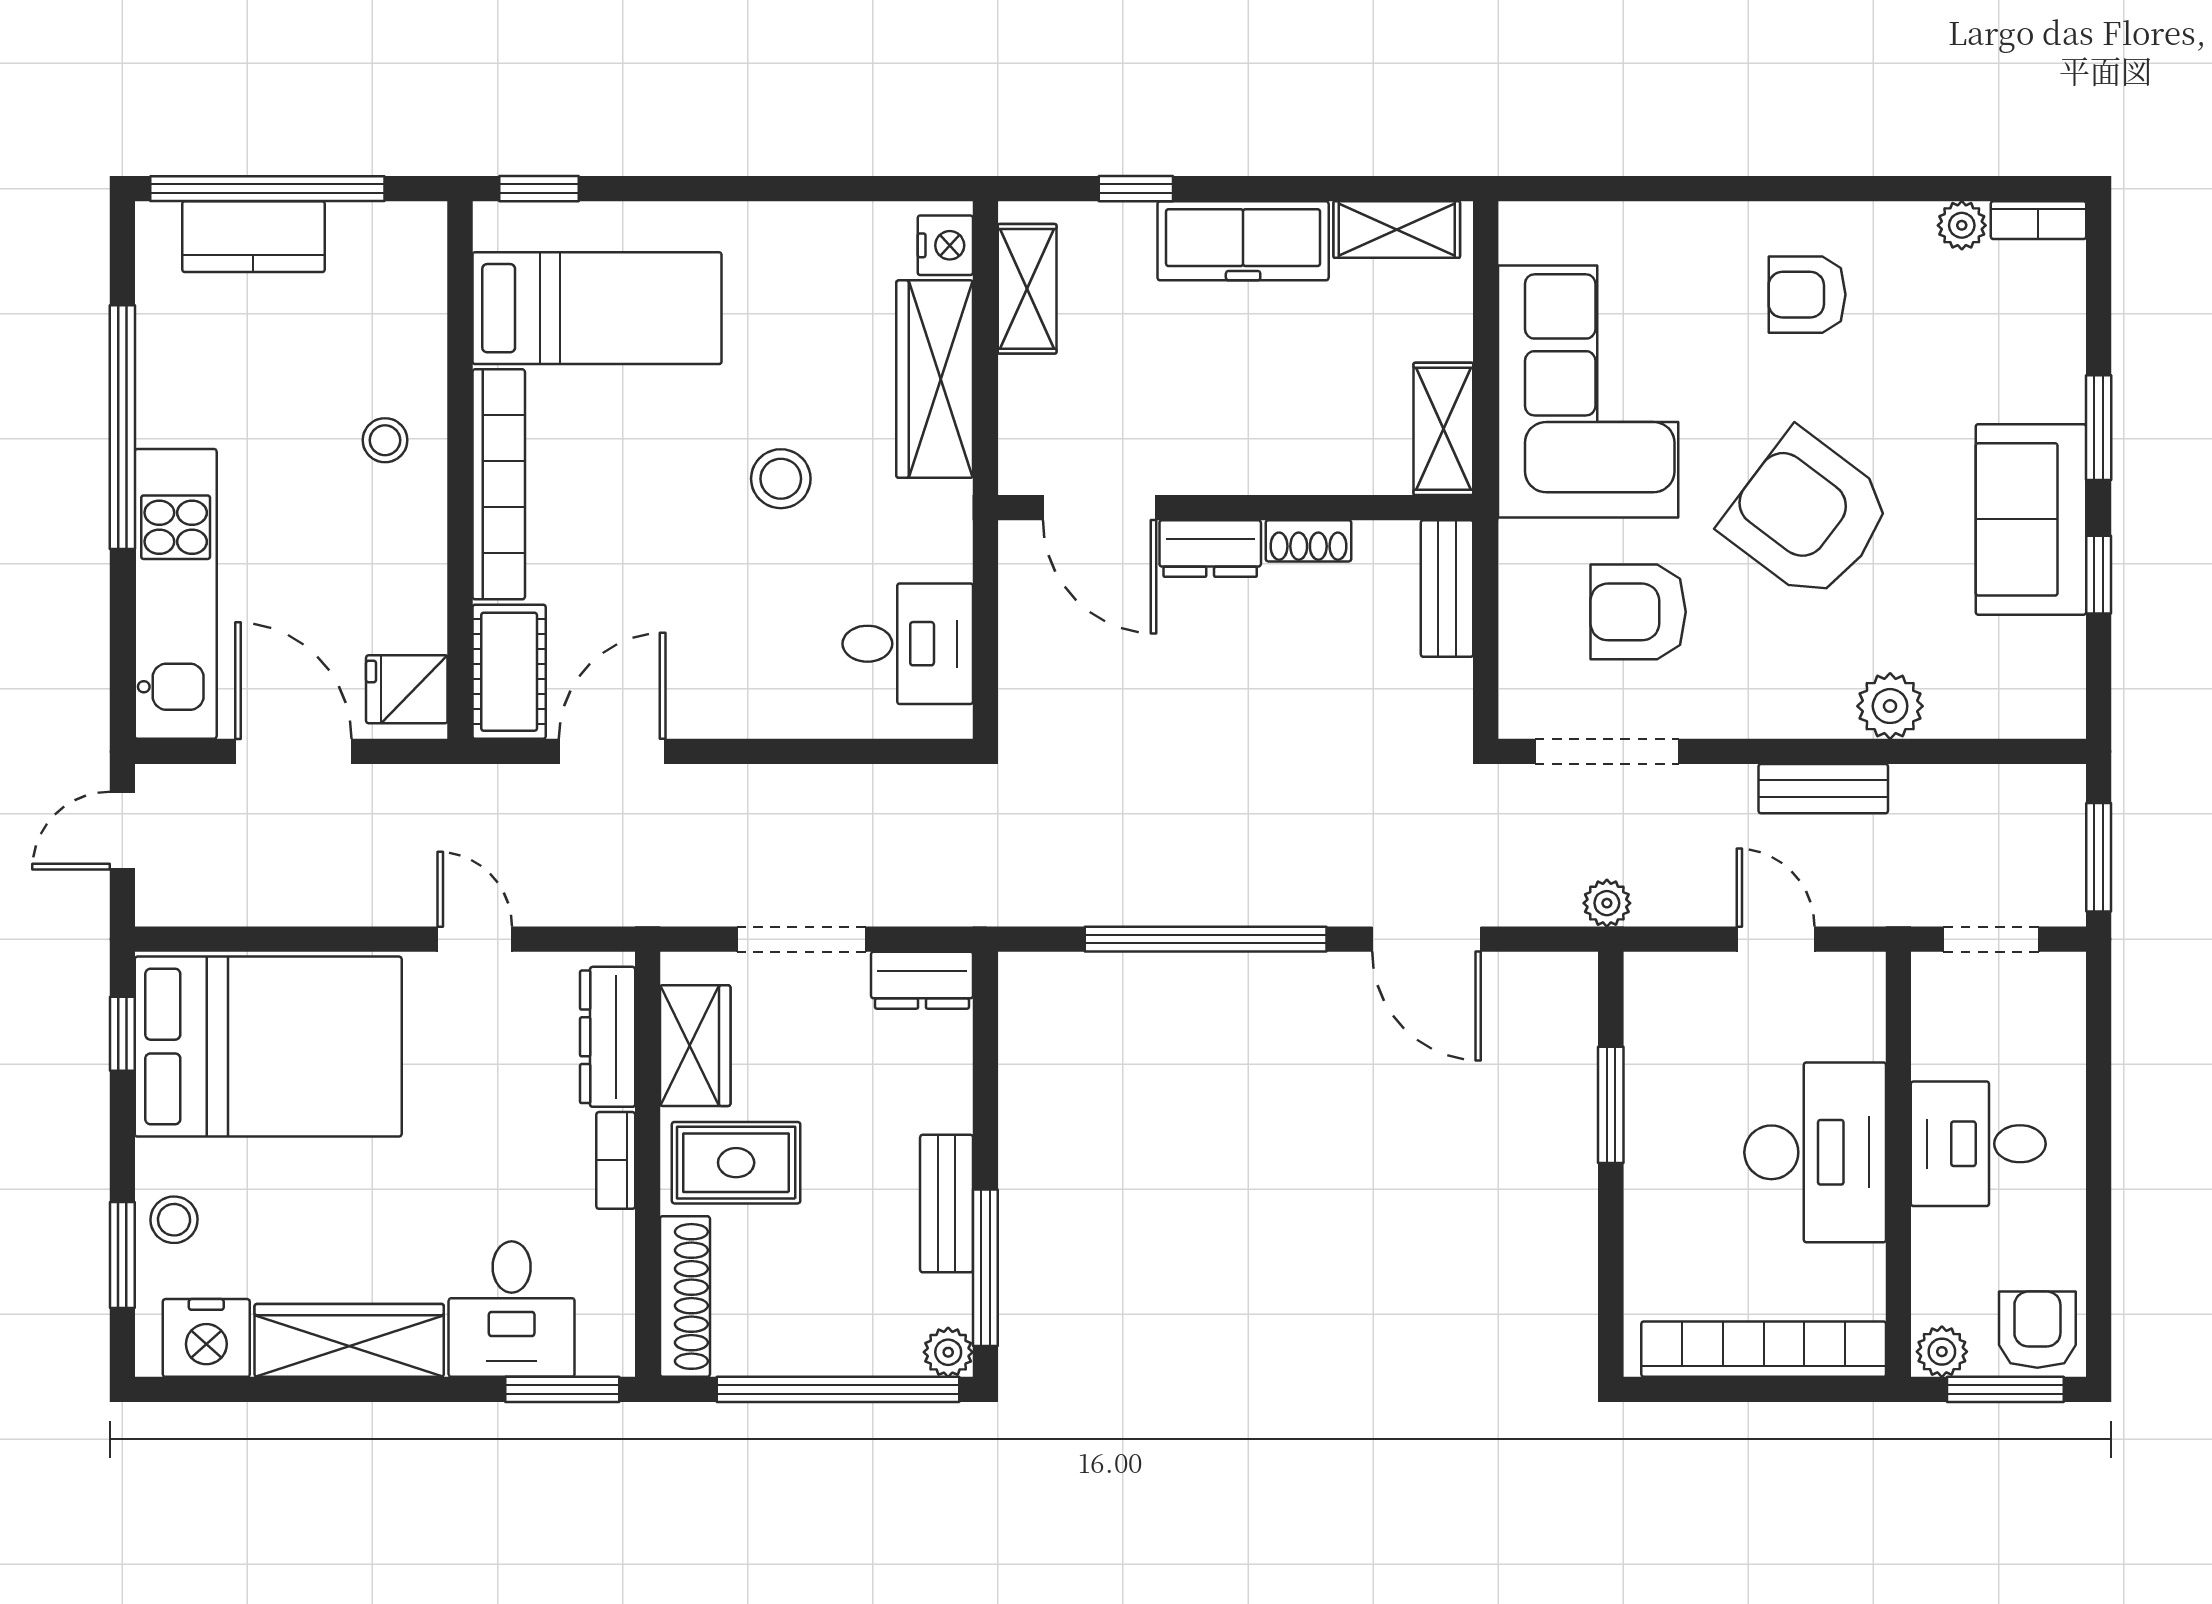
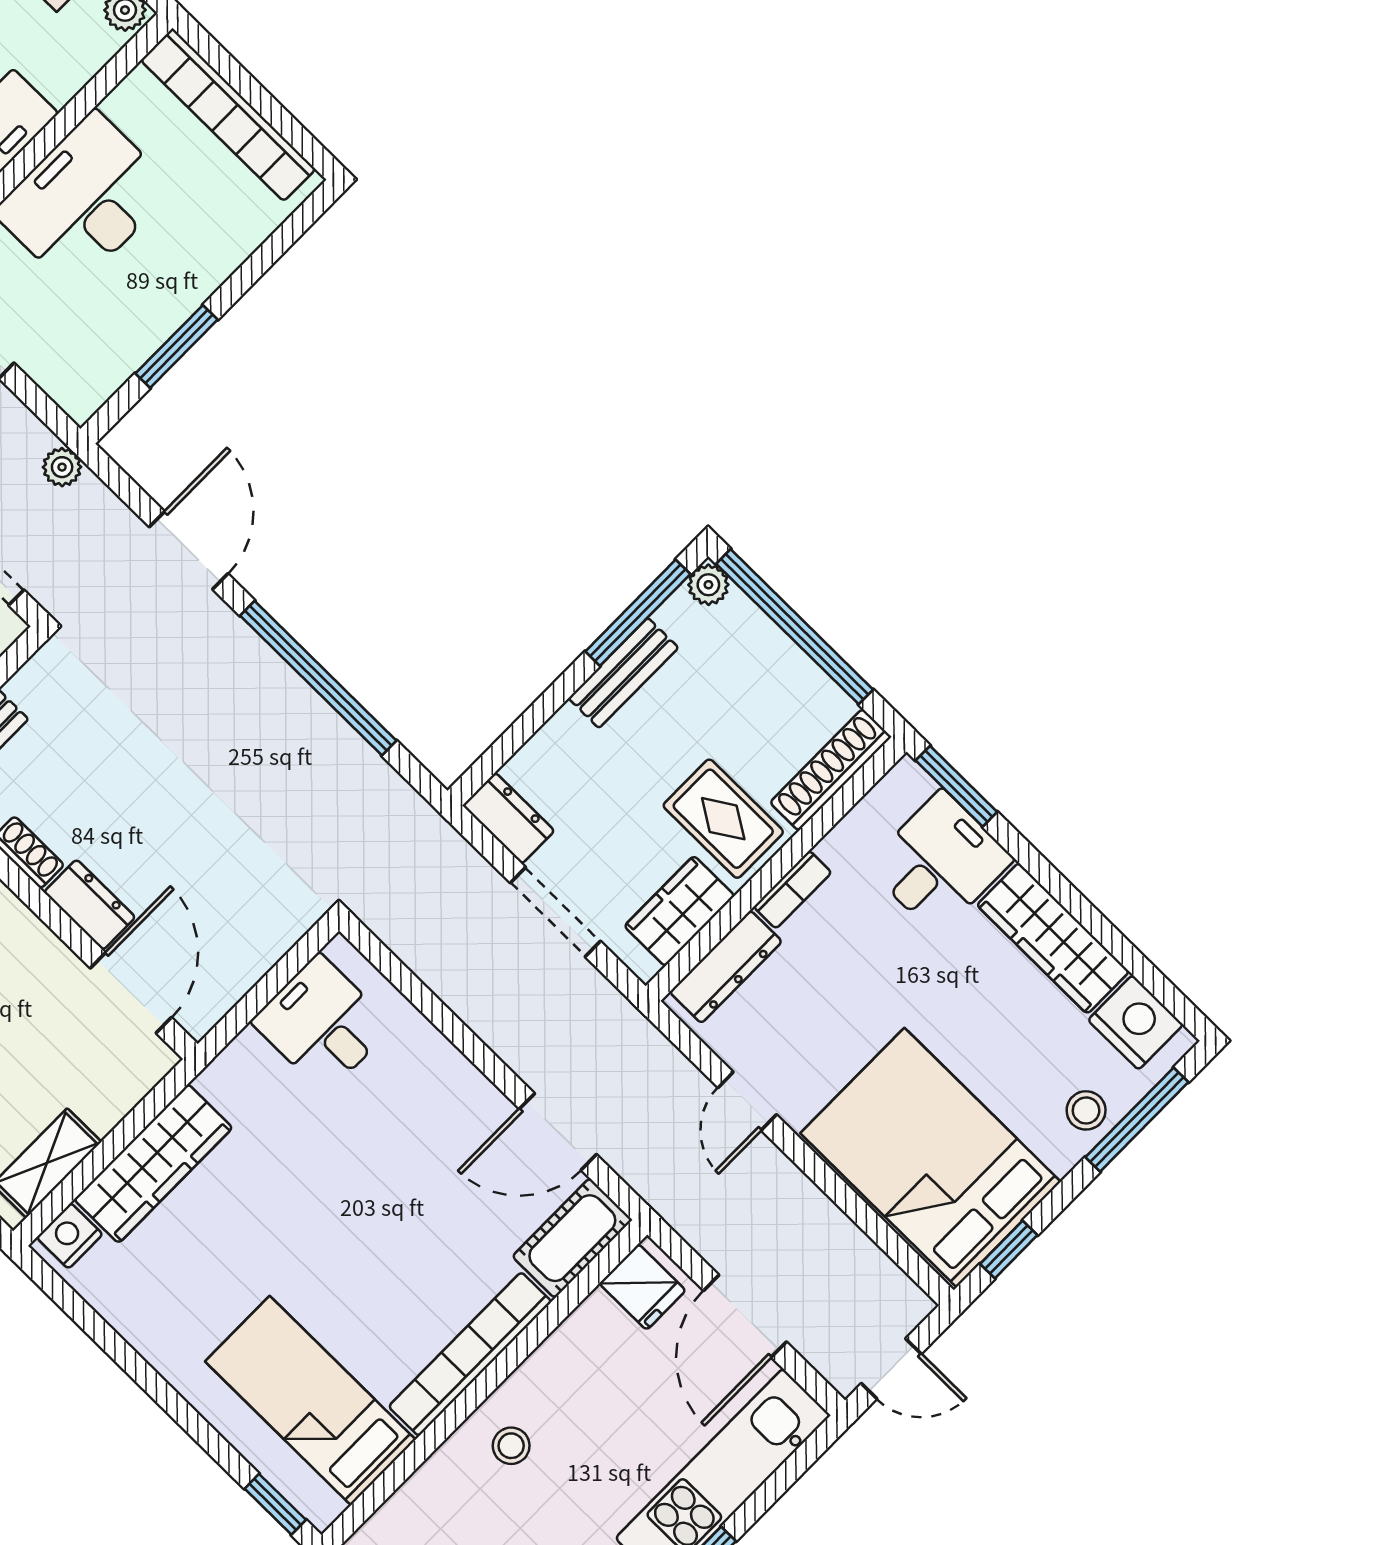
stool: (781, 479) -> (301, 1194), removed
window: (122, 1255) -> (1137, 1120), width x1.44

